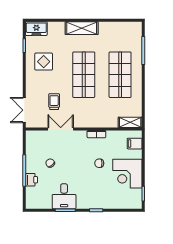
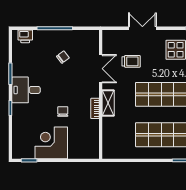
double door: (24, 110) -> (142, 28), moved
shelving: (130, 122) -> (108, 103), moved
filing cabinet: (135, 144) -> (85, 151), removed
printer: (31, 180) -> (25, 36), moved
desk: (64, 196) -> (26, 90), moved

